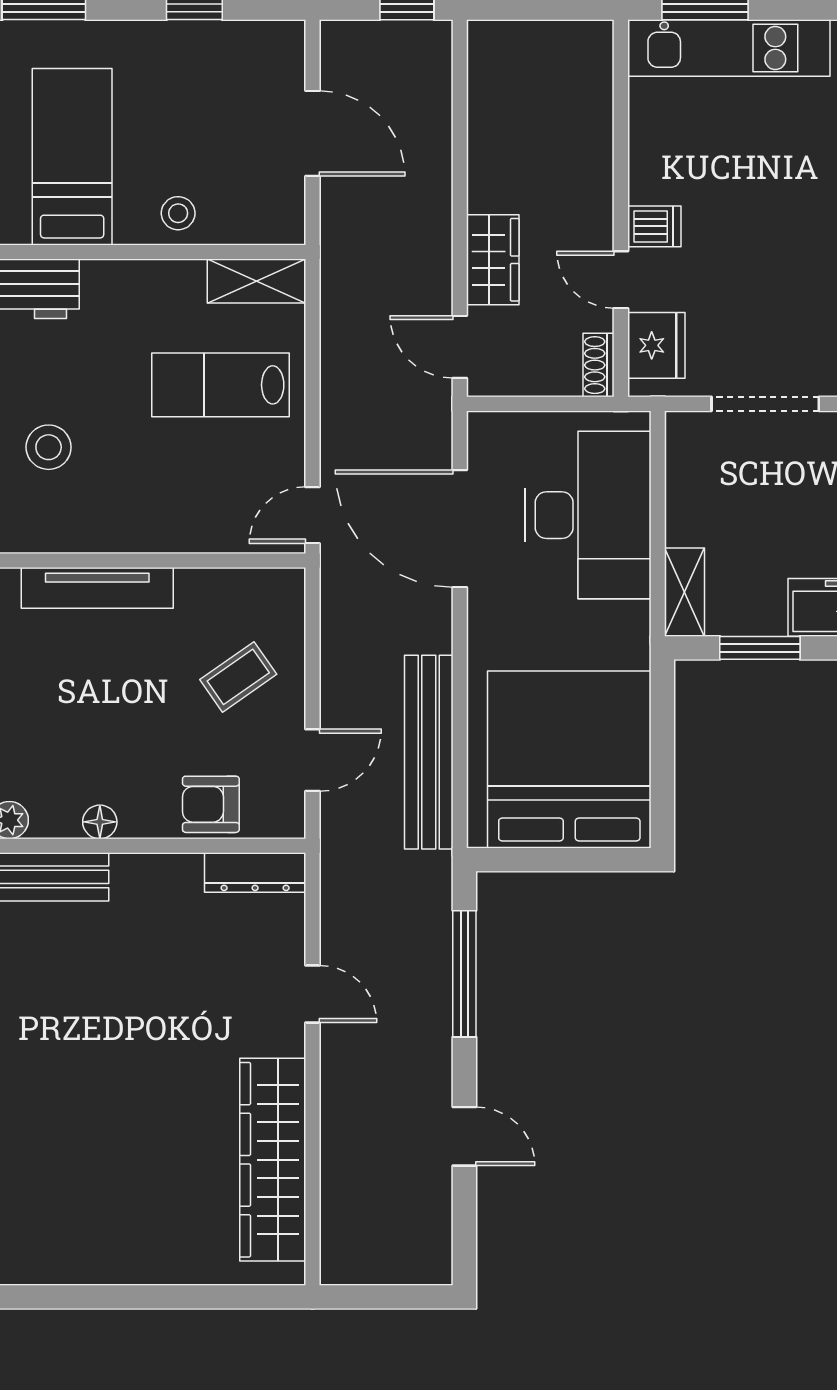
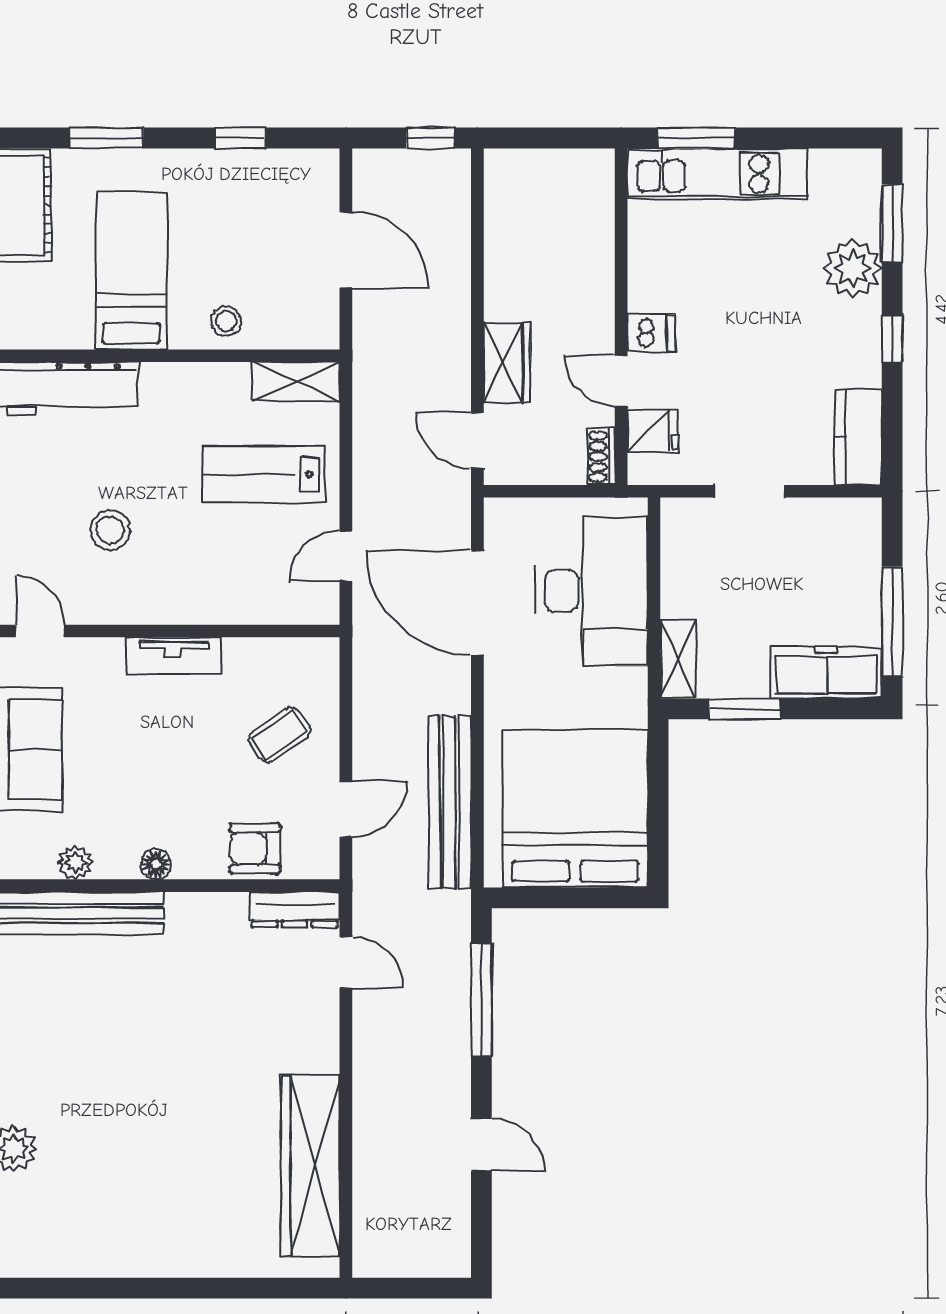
fridge: (656, 345) -> (653, 431), width x0.72
doorway: (765, 404) -> (750, 491), width x0.73
door: (312, 515) -> (346, 556), moved
tv unit: (97, 588) -> (174, 655), width x0.71
door: (312, 994) -> (346, 962), moved

